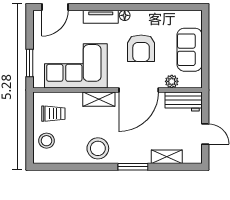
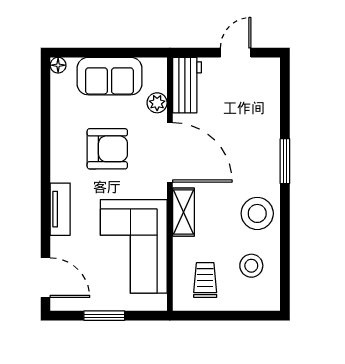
floor lamp: (125, 15) -> (58, 65), moved
window: (30, 63) -> (104, 316), moved
stool: (47, 141) -> (251, 266), moved
shelving: (167, 157) -> (270, 110), removed

